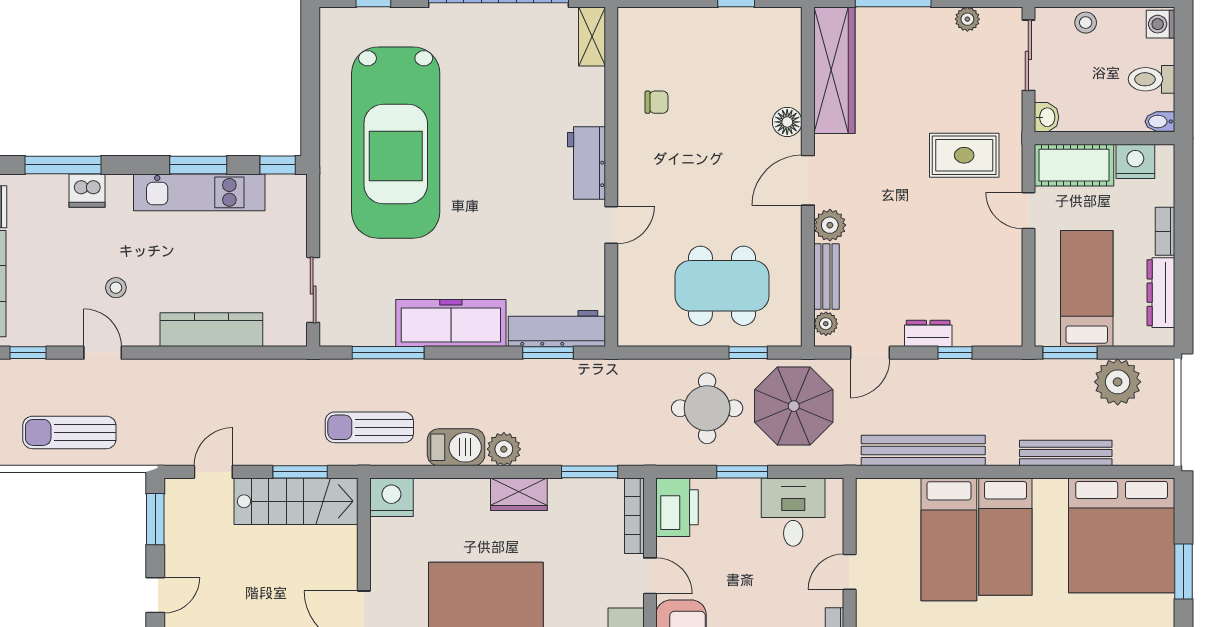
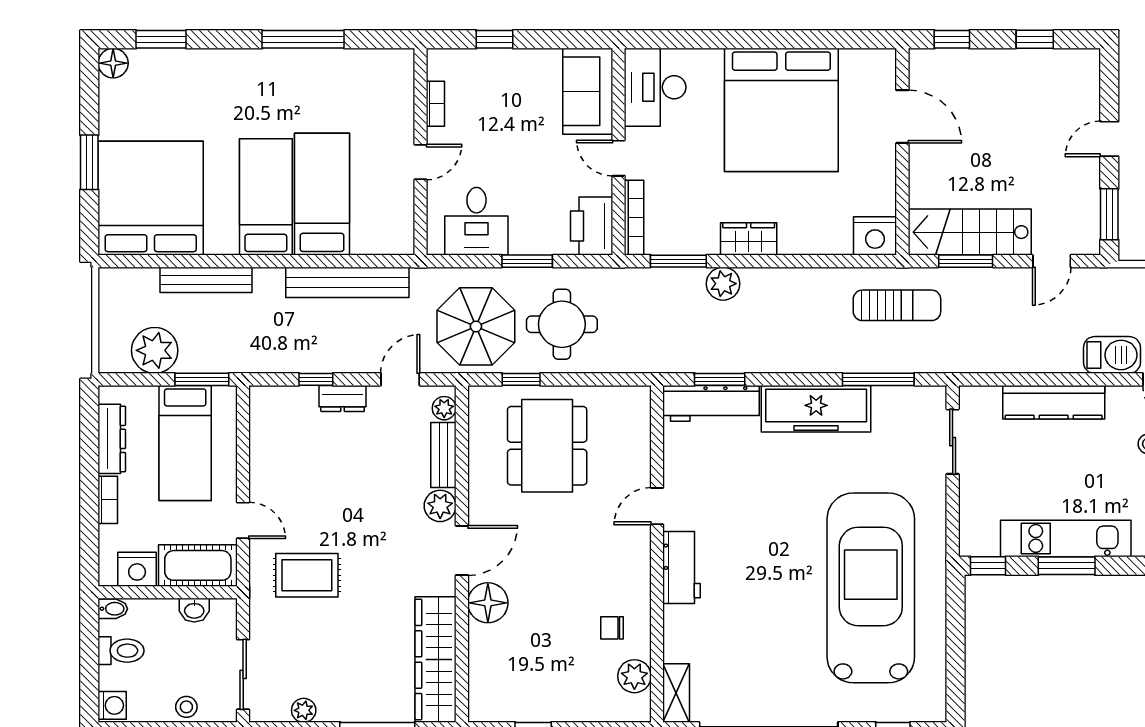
plant: (634, 54) -> (634, 676), added
washbasin: (1047, 117) -> (194, 610), moved, turned -90
floor lamp: (787, 122) -> (488, 603), width x1.38, depth x1.38
dining table: (722, 286) -> (547, 446), turned 90
barbecue: (456, 447) -> (1112, 355), moved, turned 180
plant: (504, 449) -> (723, 284), moved

